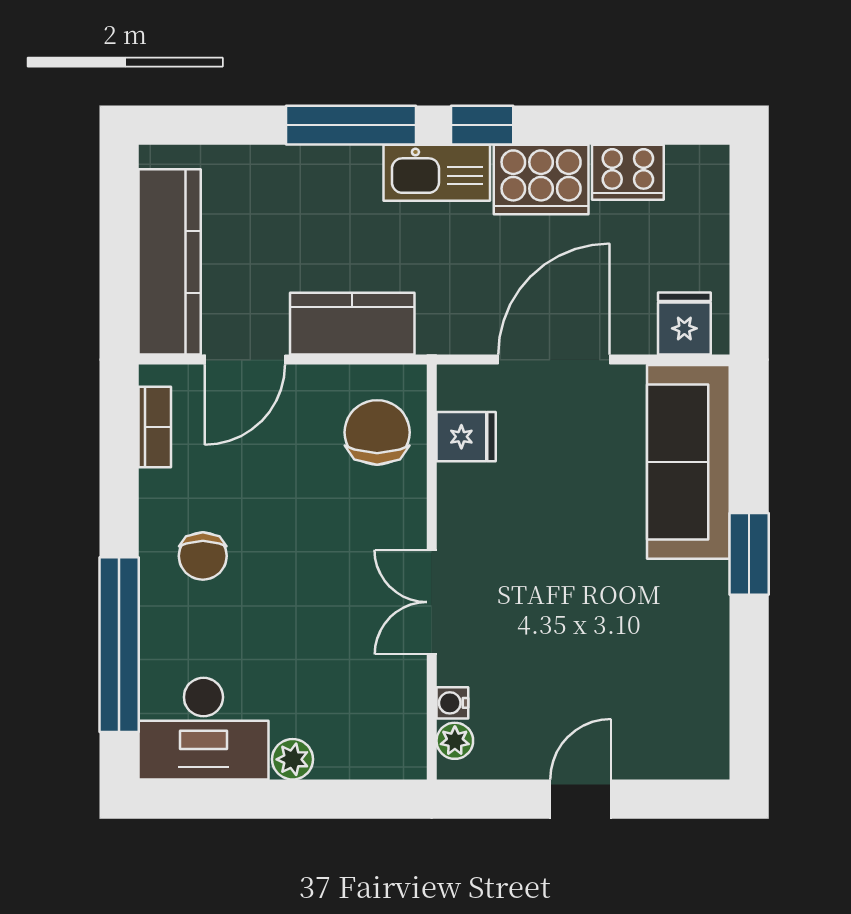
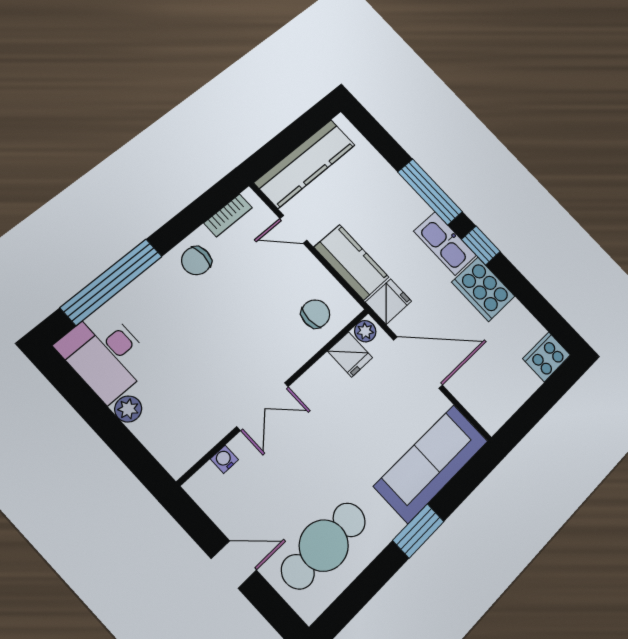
cooker: (628, 172) -> (547, 357), moved, turned 90
fridge: (684, 324) -> (388, 302), moved
door: (245, 360) -> (293, 229), width x0.73
chair: (377, 432) -> (316, 314), width x0.73, depth x0.73
chair: (203, 556) -> (196, 261), moved
double door: (432, 602) -> (263, 406), swing flipped
cafe table: (658, 680) -> (324, 545), added
plant: (455, 741) -> (365, 331), moved

